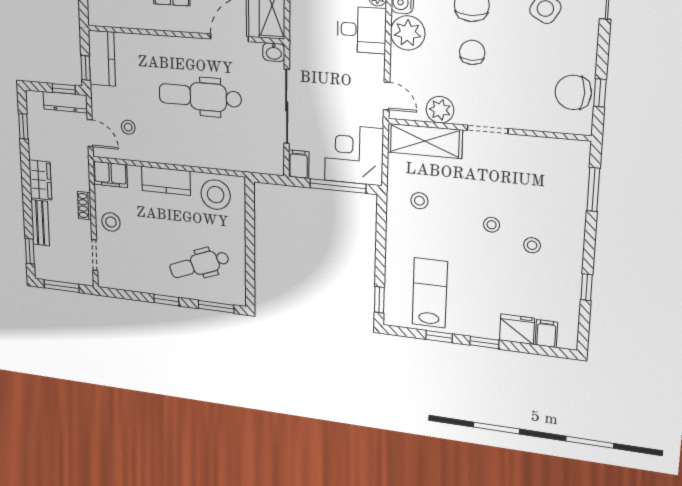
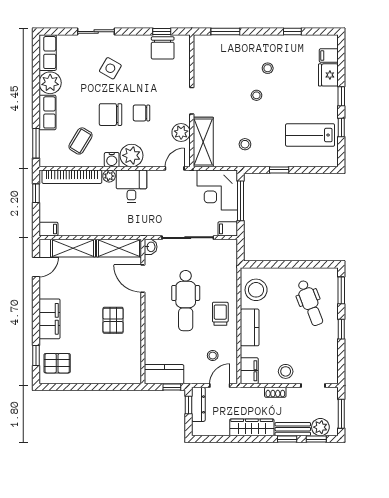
window: (23, 126) -> (287, 439), moved
trolley: (183, 143) -> (220, 314), added
wardrobe: (40, 180) -> (252, 427), width x1.50
plant: (44, 258) -> (320, 427), added
window: (379, 300) -> (279, 170), moved

